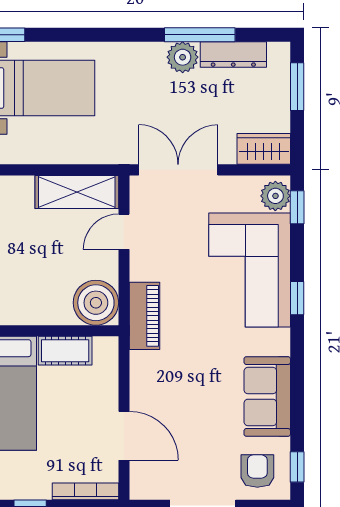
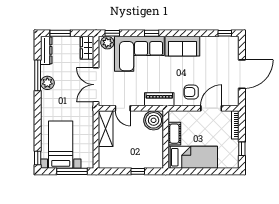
dresser: (233, 55) -> (46, 50), moved
sofa: (267, 396) -> (182, 46), moved
armchair: (257, 471) -> (191, 92), moved

